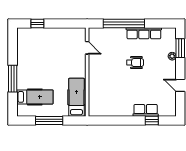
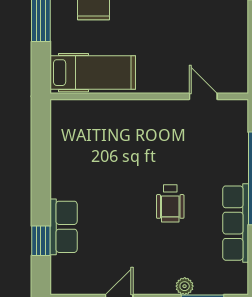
door: (87, 48) -> (203, 96), swing flipped

